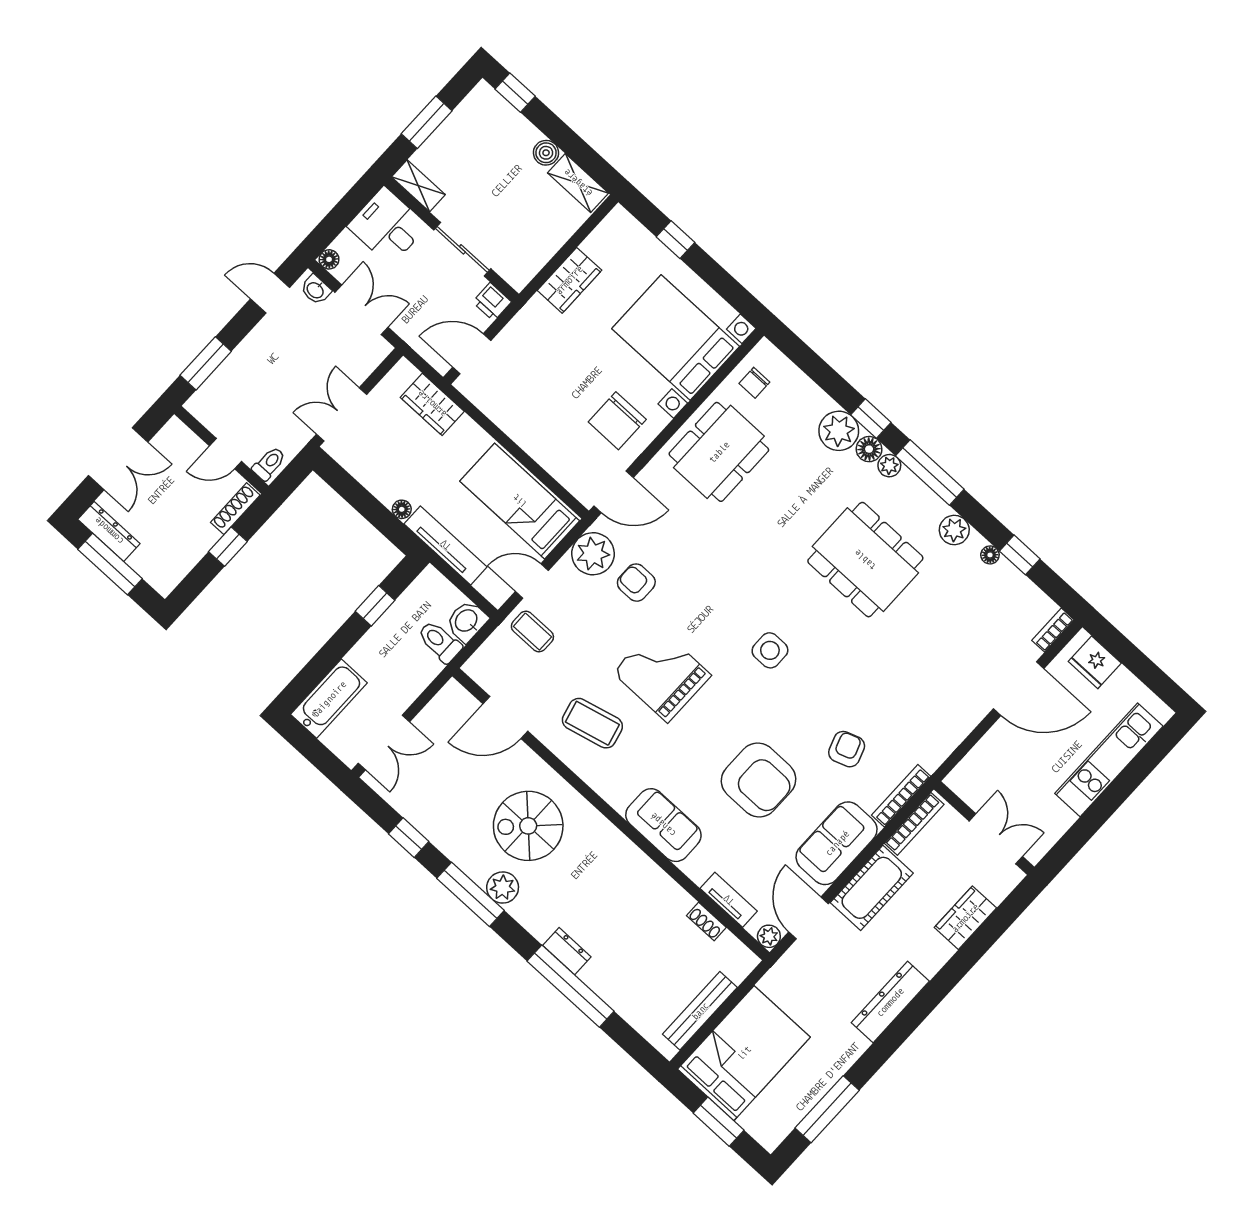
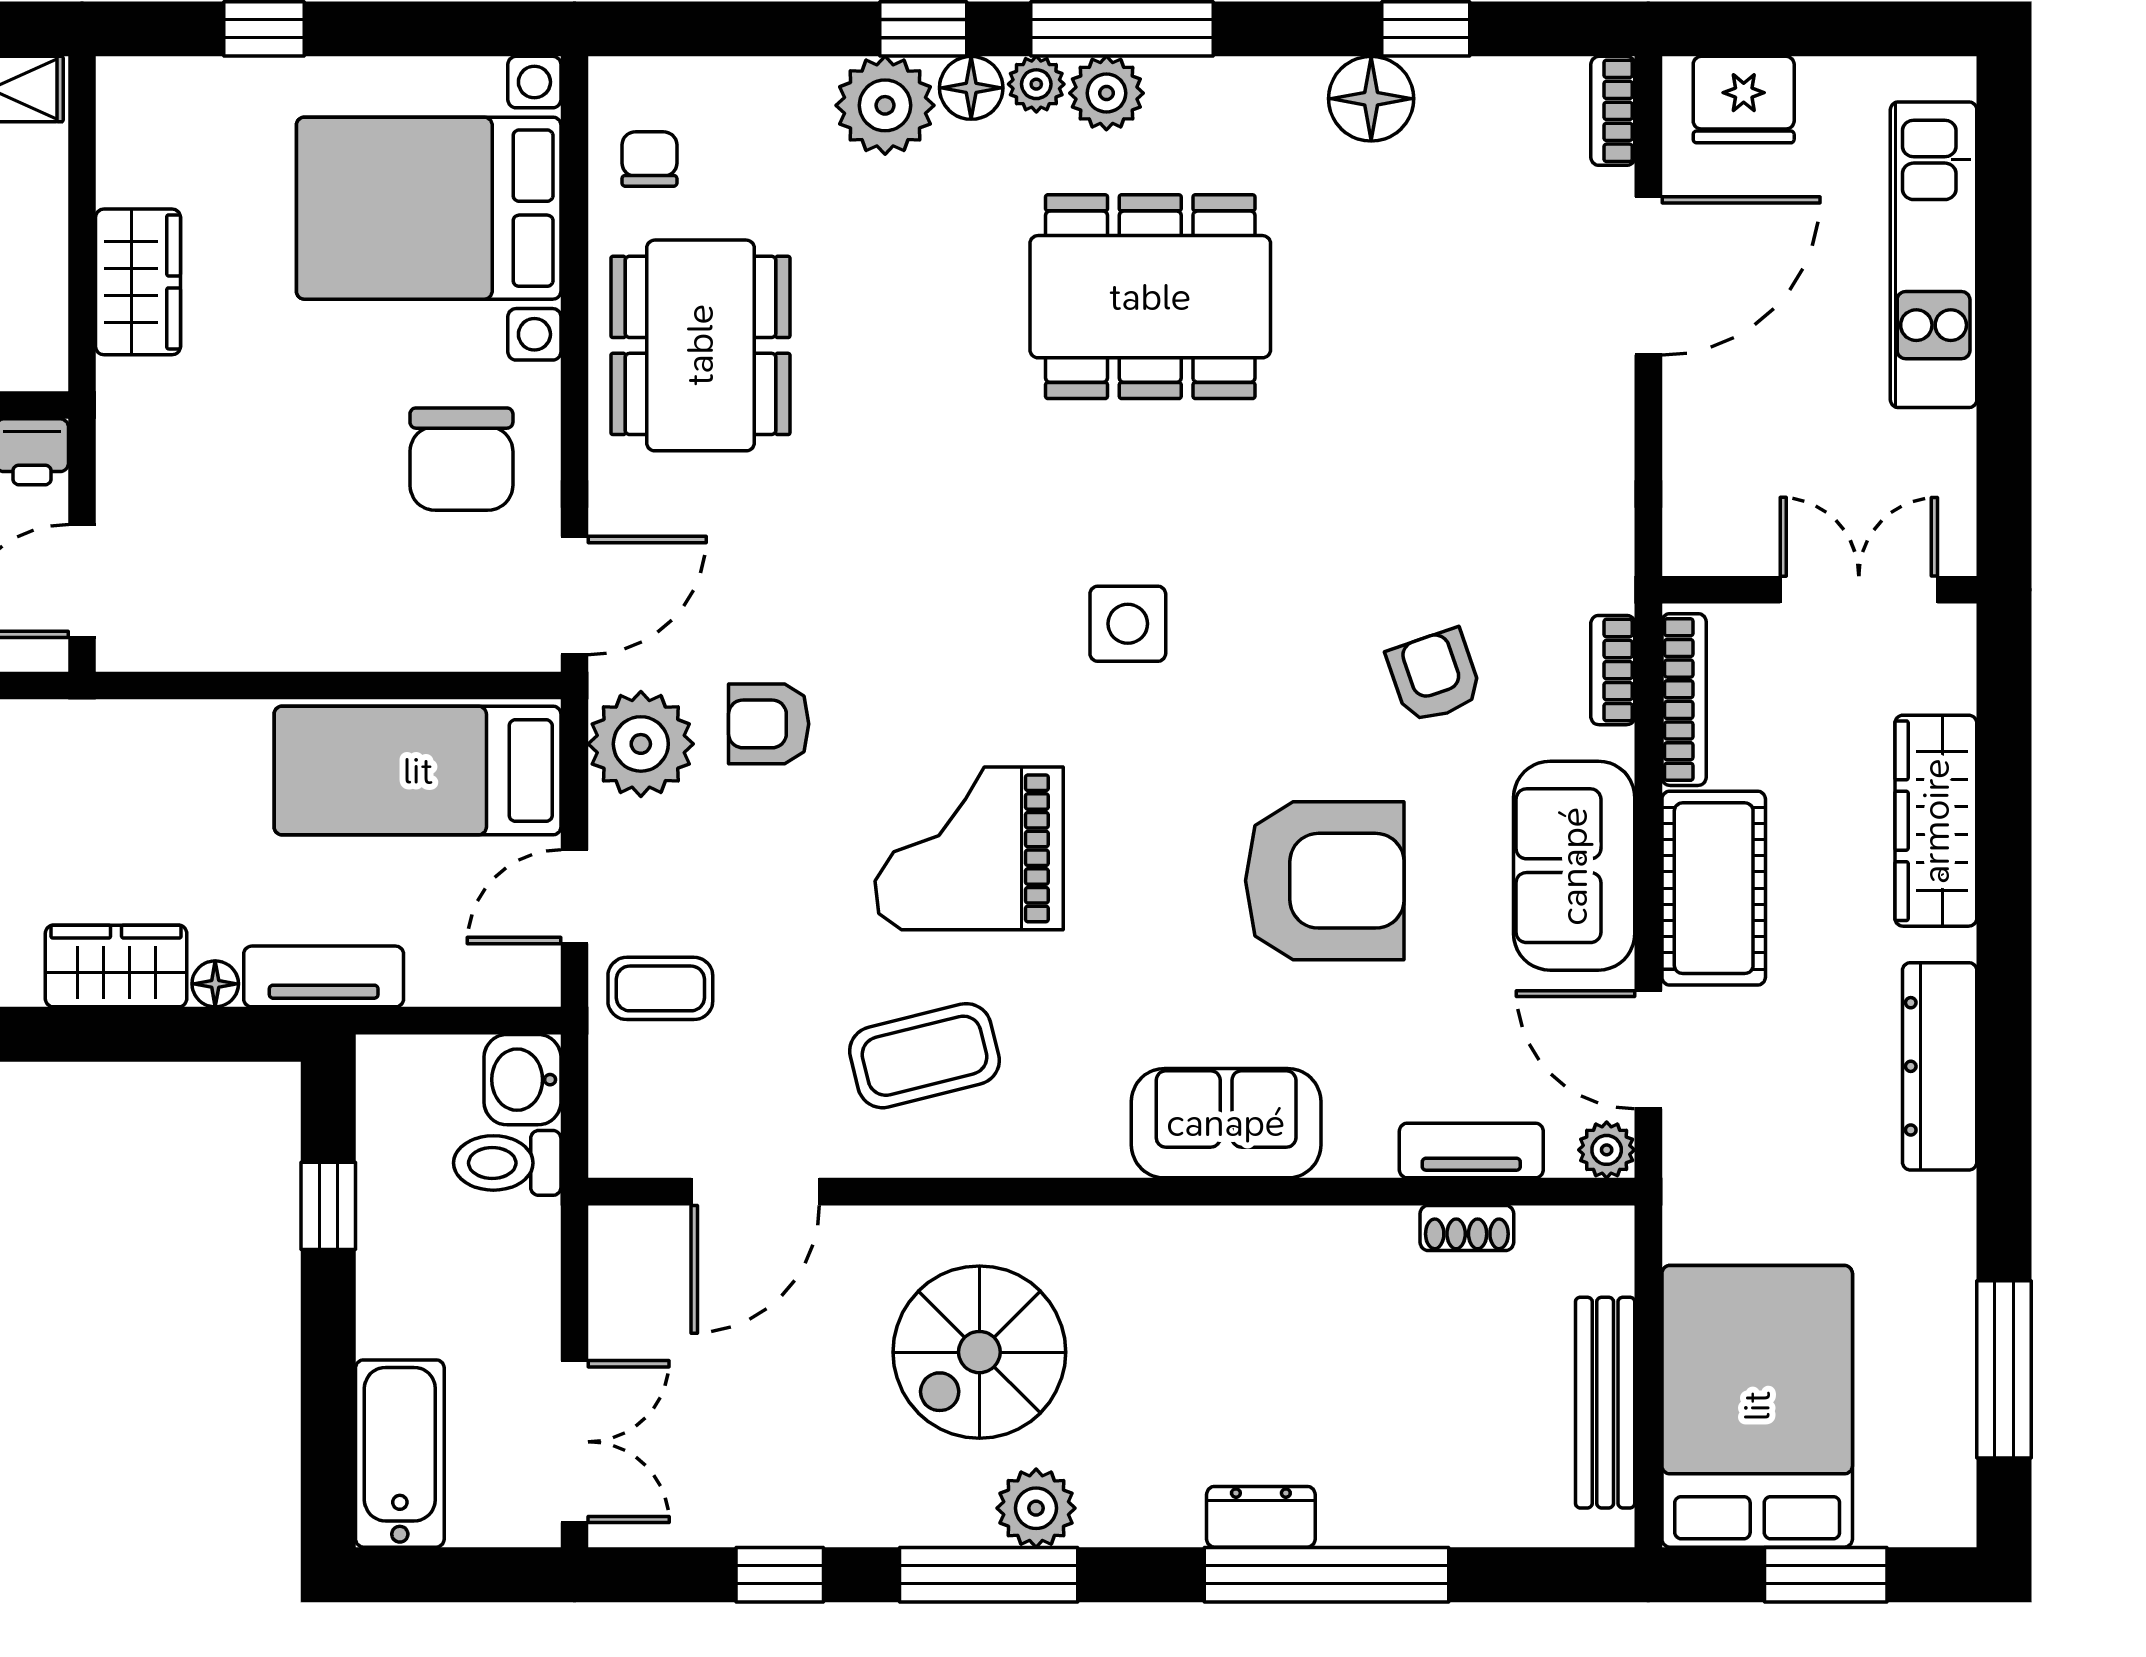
chair: (754, 383) -> (649, 159), turned 180
wardrobe: (432, 404) -> (116, 966), moved, turned 180
plant: (954, 530) -> (1106, 93), moved
tv unit: (446, 545) -> (324, 976), width x0.71
floor lamp: (990, 555) -> (1371, 99), width x1.89, depth x1.89
bookcase: (901, 796) -> (1613, 670), width x0.64
wardrobe: (965, 918) -> (1936, 821), width x1.50

